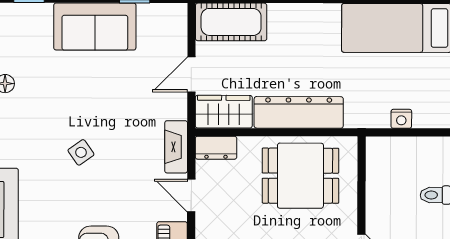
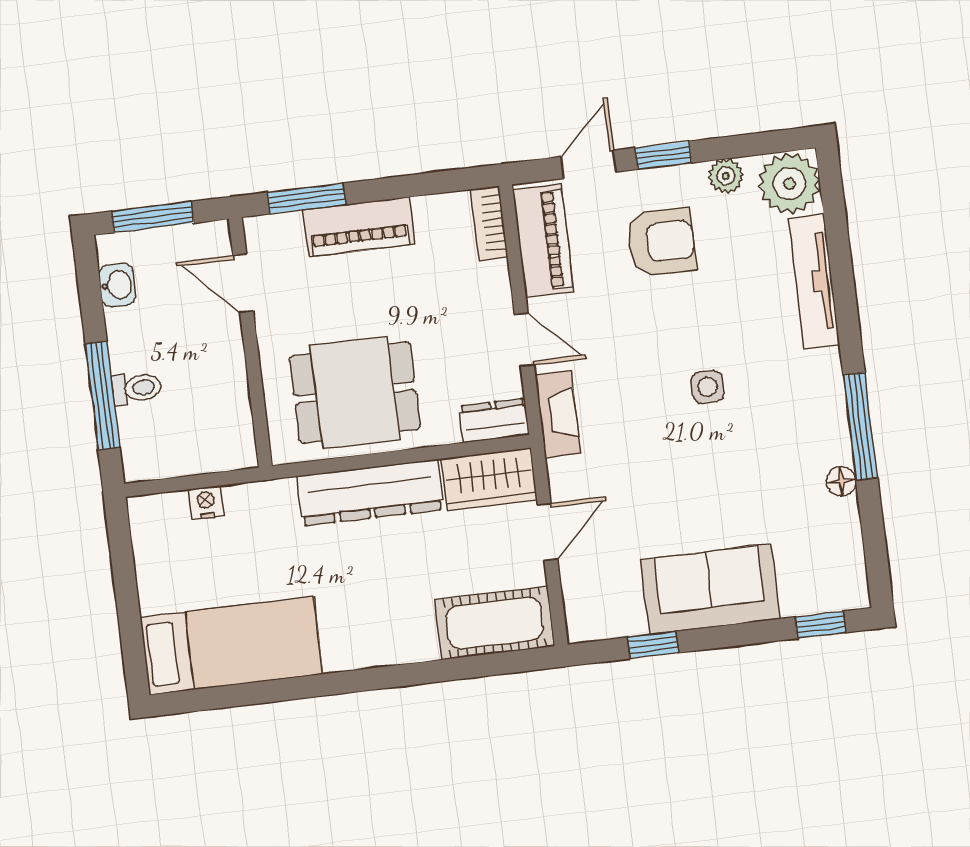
side table: (81, 152) -> (708, 387), turned 35

